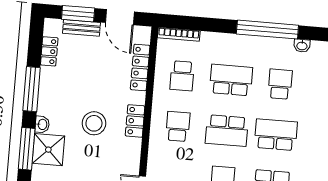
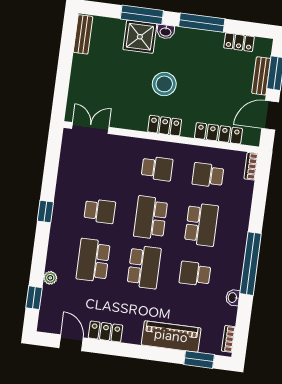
bookcase: (179, 34) -> (251, 166), width x0.64
school desk: (280, 84) -> (195, 274), turned 180

